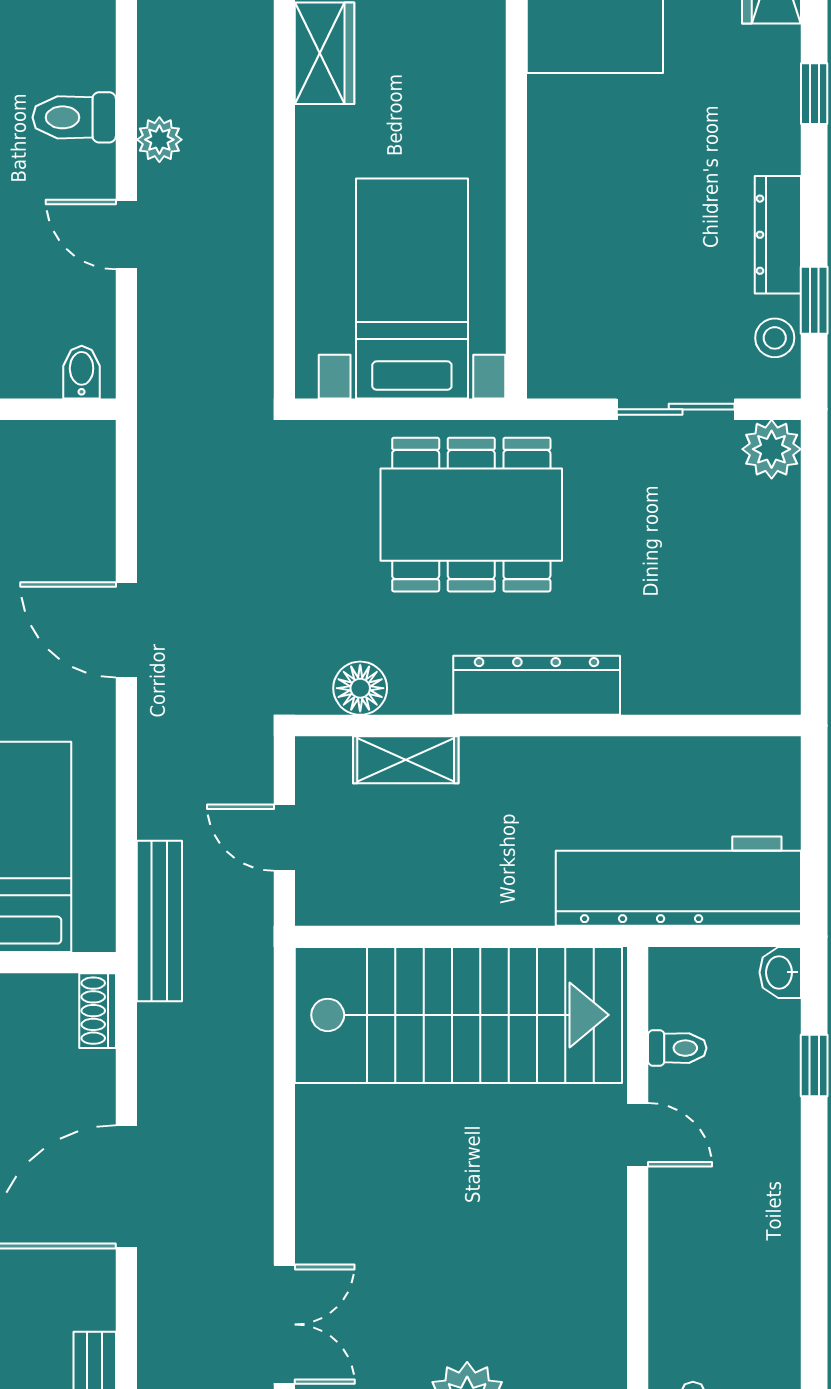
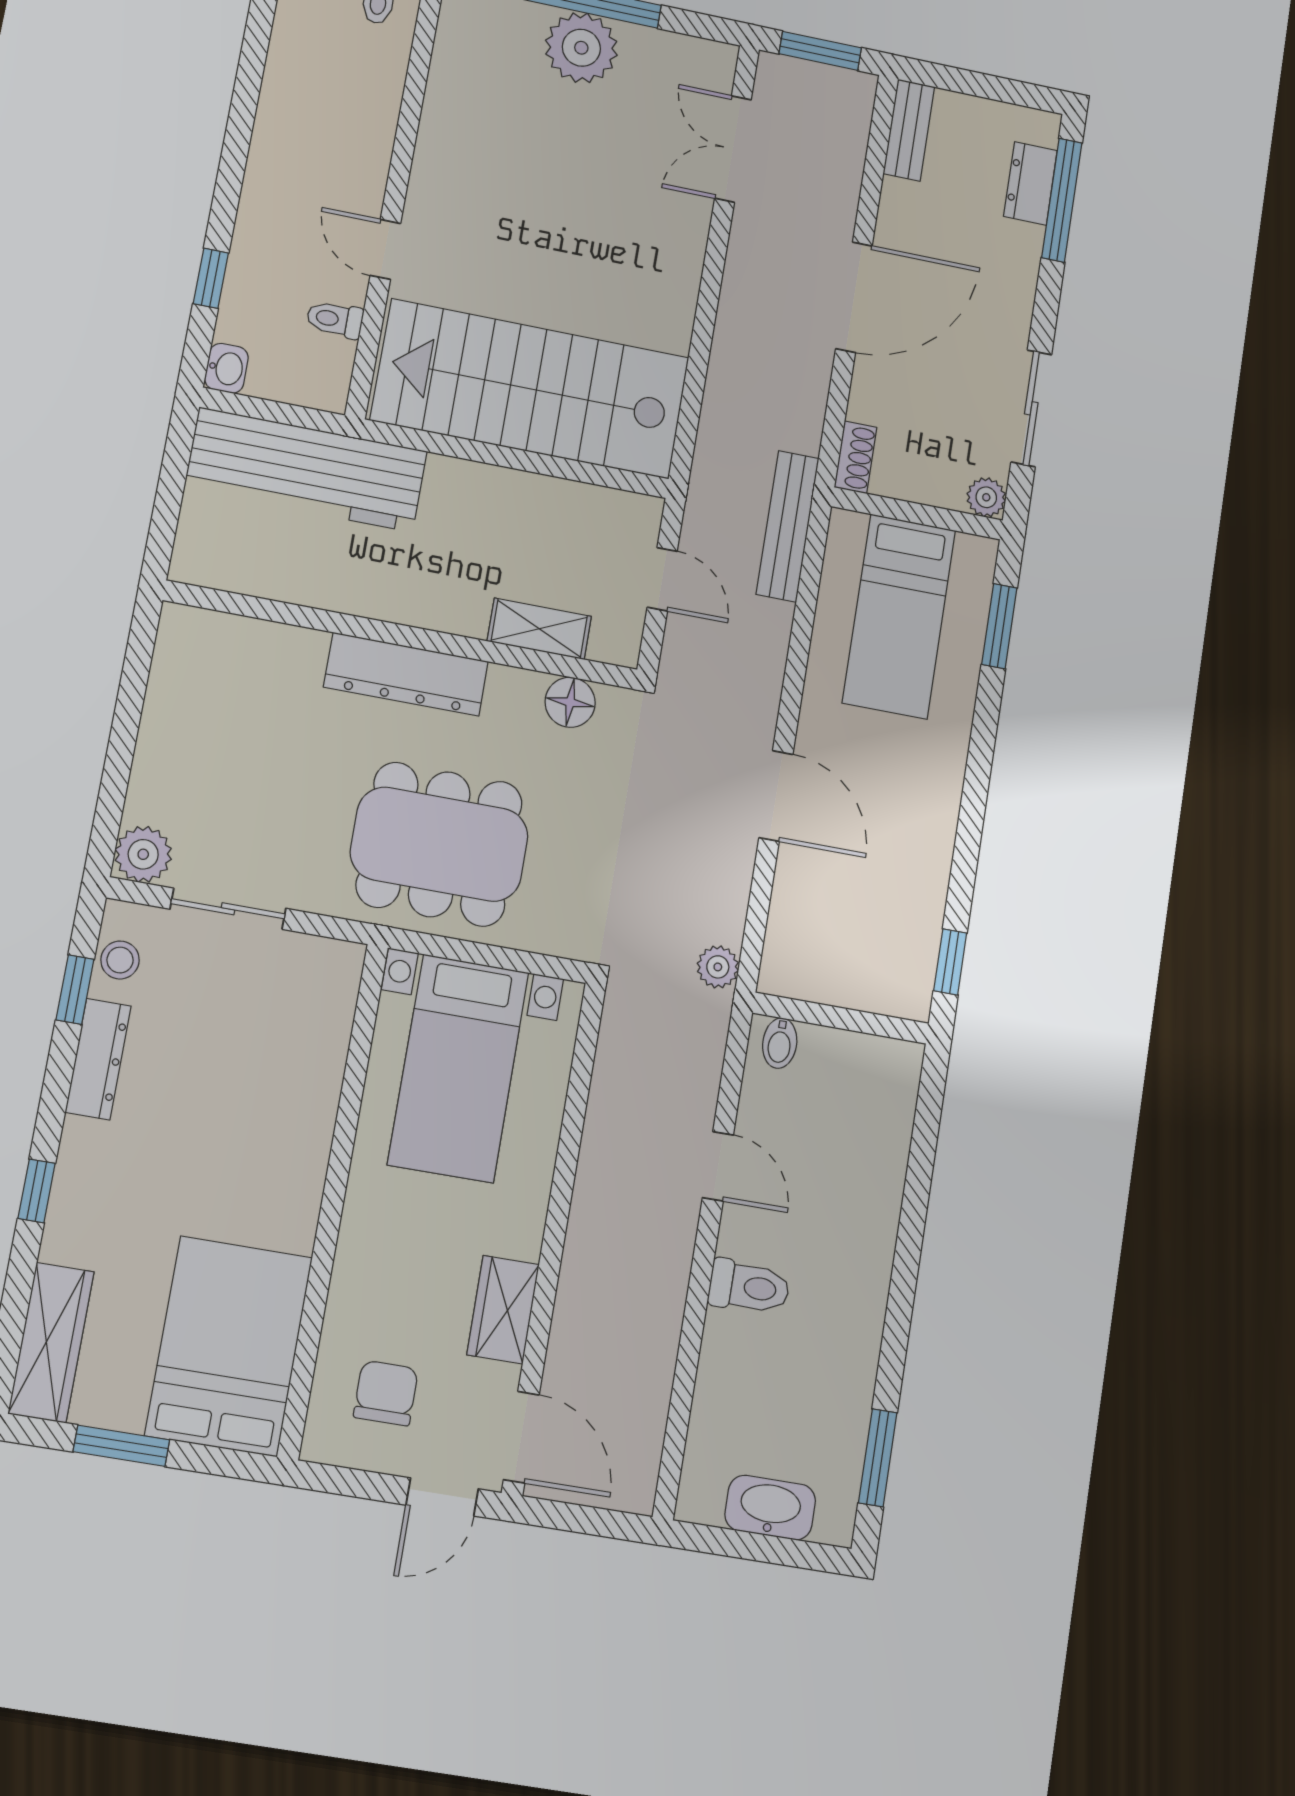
plant: (159, 140) -> (718, 967), moved

